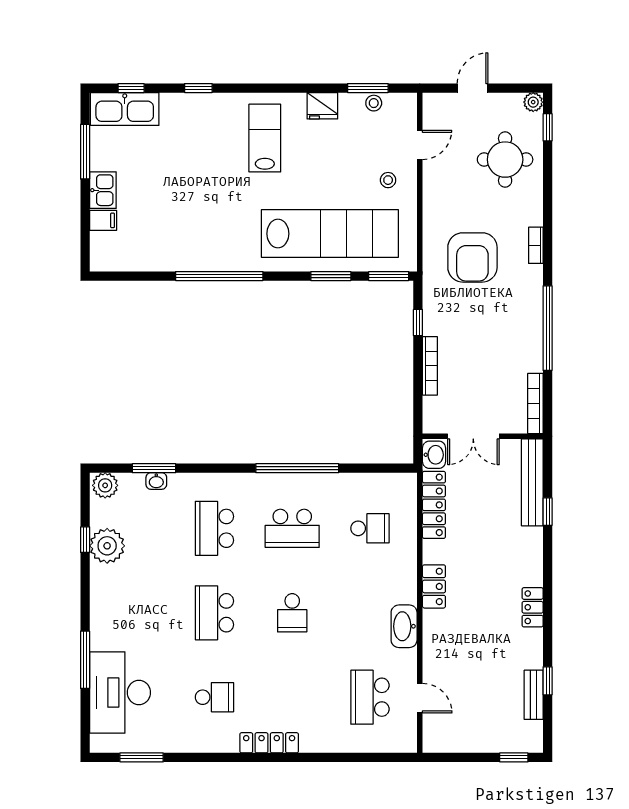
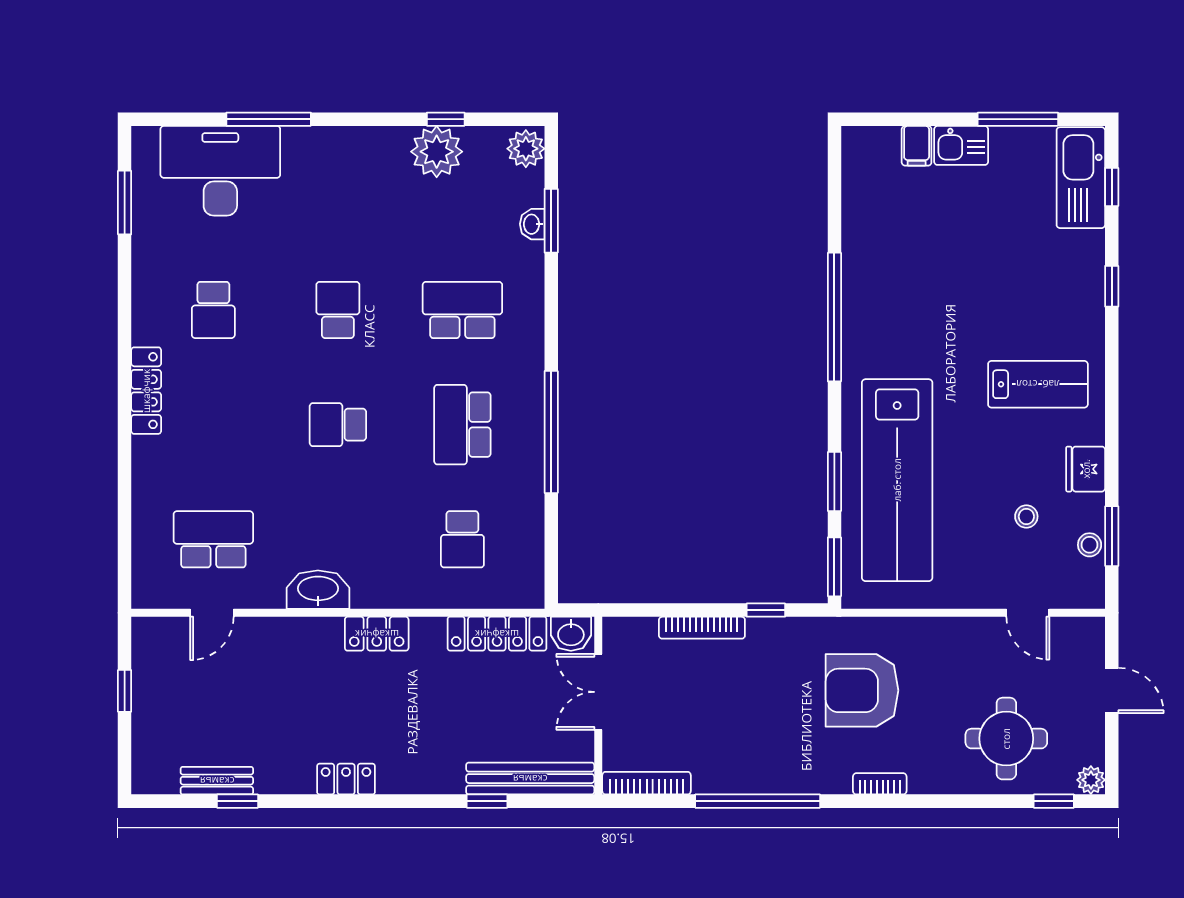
stool: (388, 180) -> (1026, 516), moved
school desk: (214, 613) -> (338, 310), width x0.54
window: (514, 757) -> (125, 691), moved

